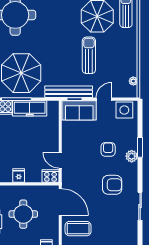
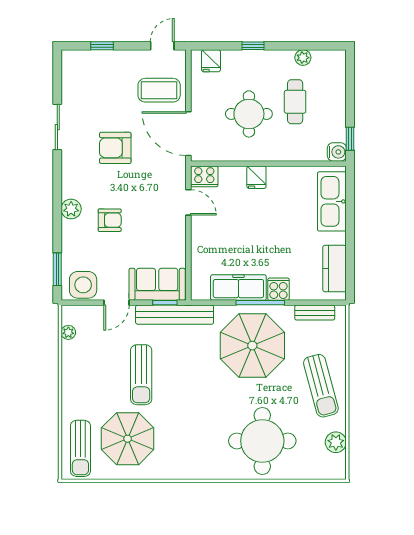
window: (140, 147) -> (57, 269), moved
armchair: (108, 149) -> (110, 220), turned -90
armchair: (112, 185) -> (115, 148), moved

